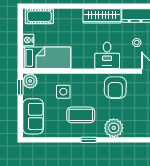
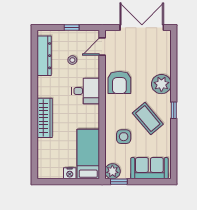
cot: (39, 16) -> (45, 162), removed
wardrobe: (102, 16) -> (45, 118), moved
armchair: (115, 88) -> (119, 82), turned 89
coffee table: (81, 115) -> (148, 119), turned -40

